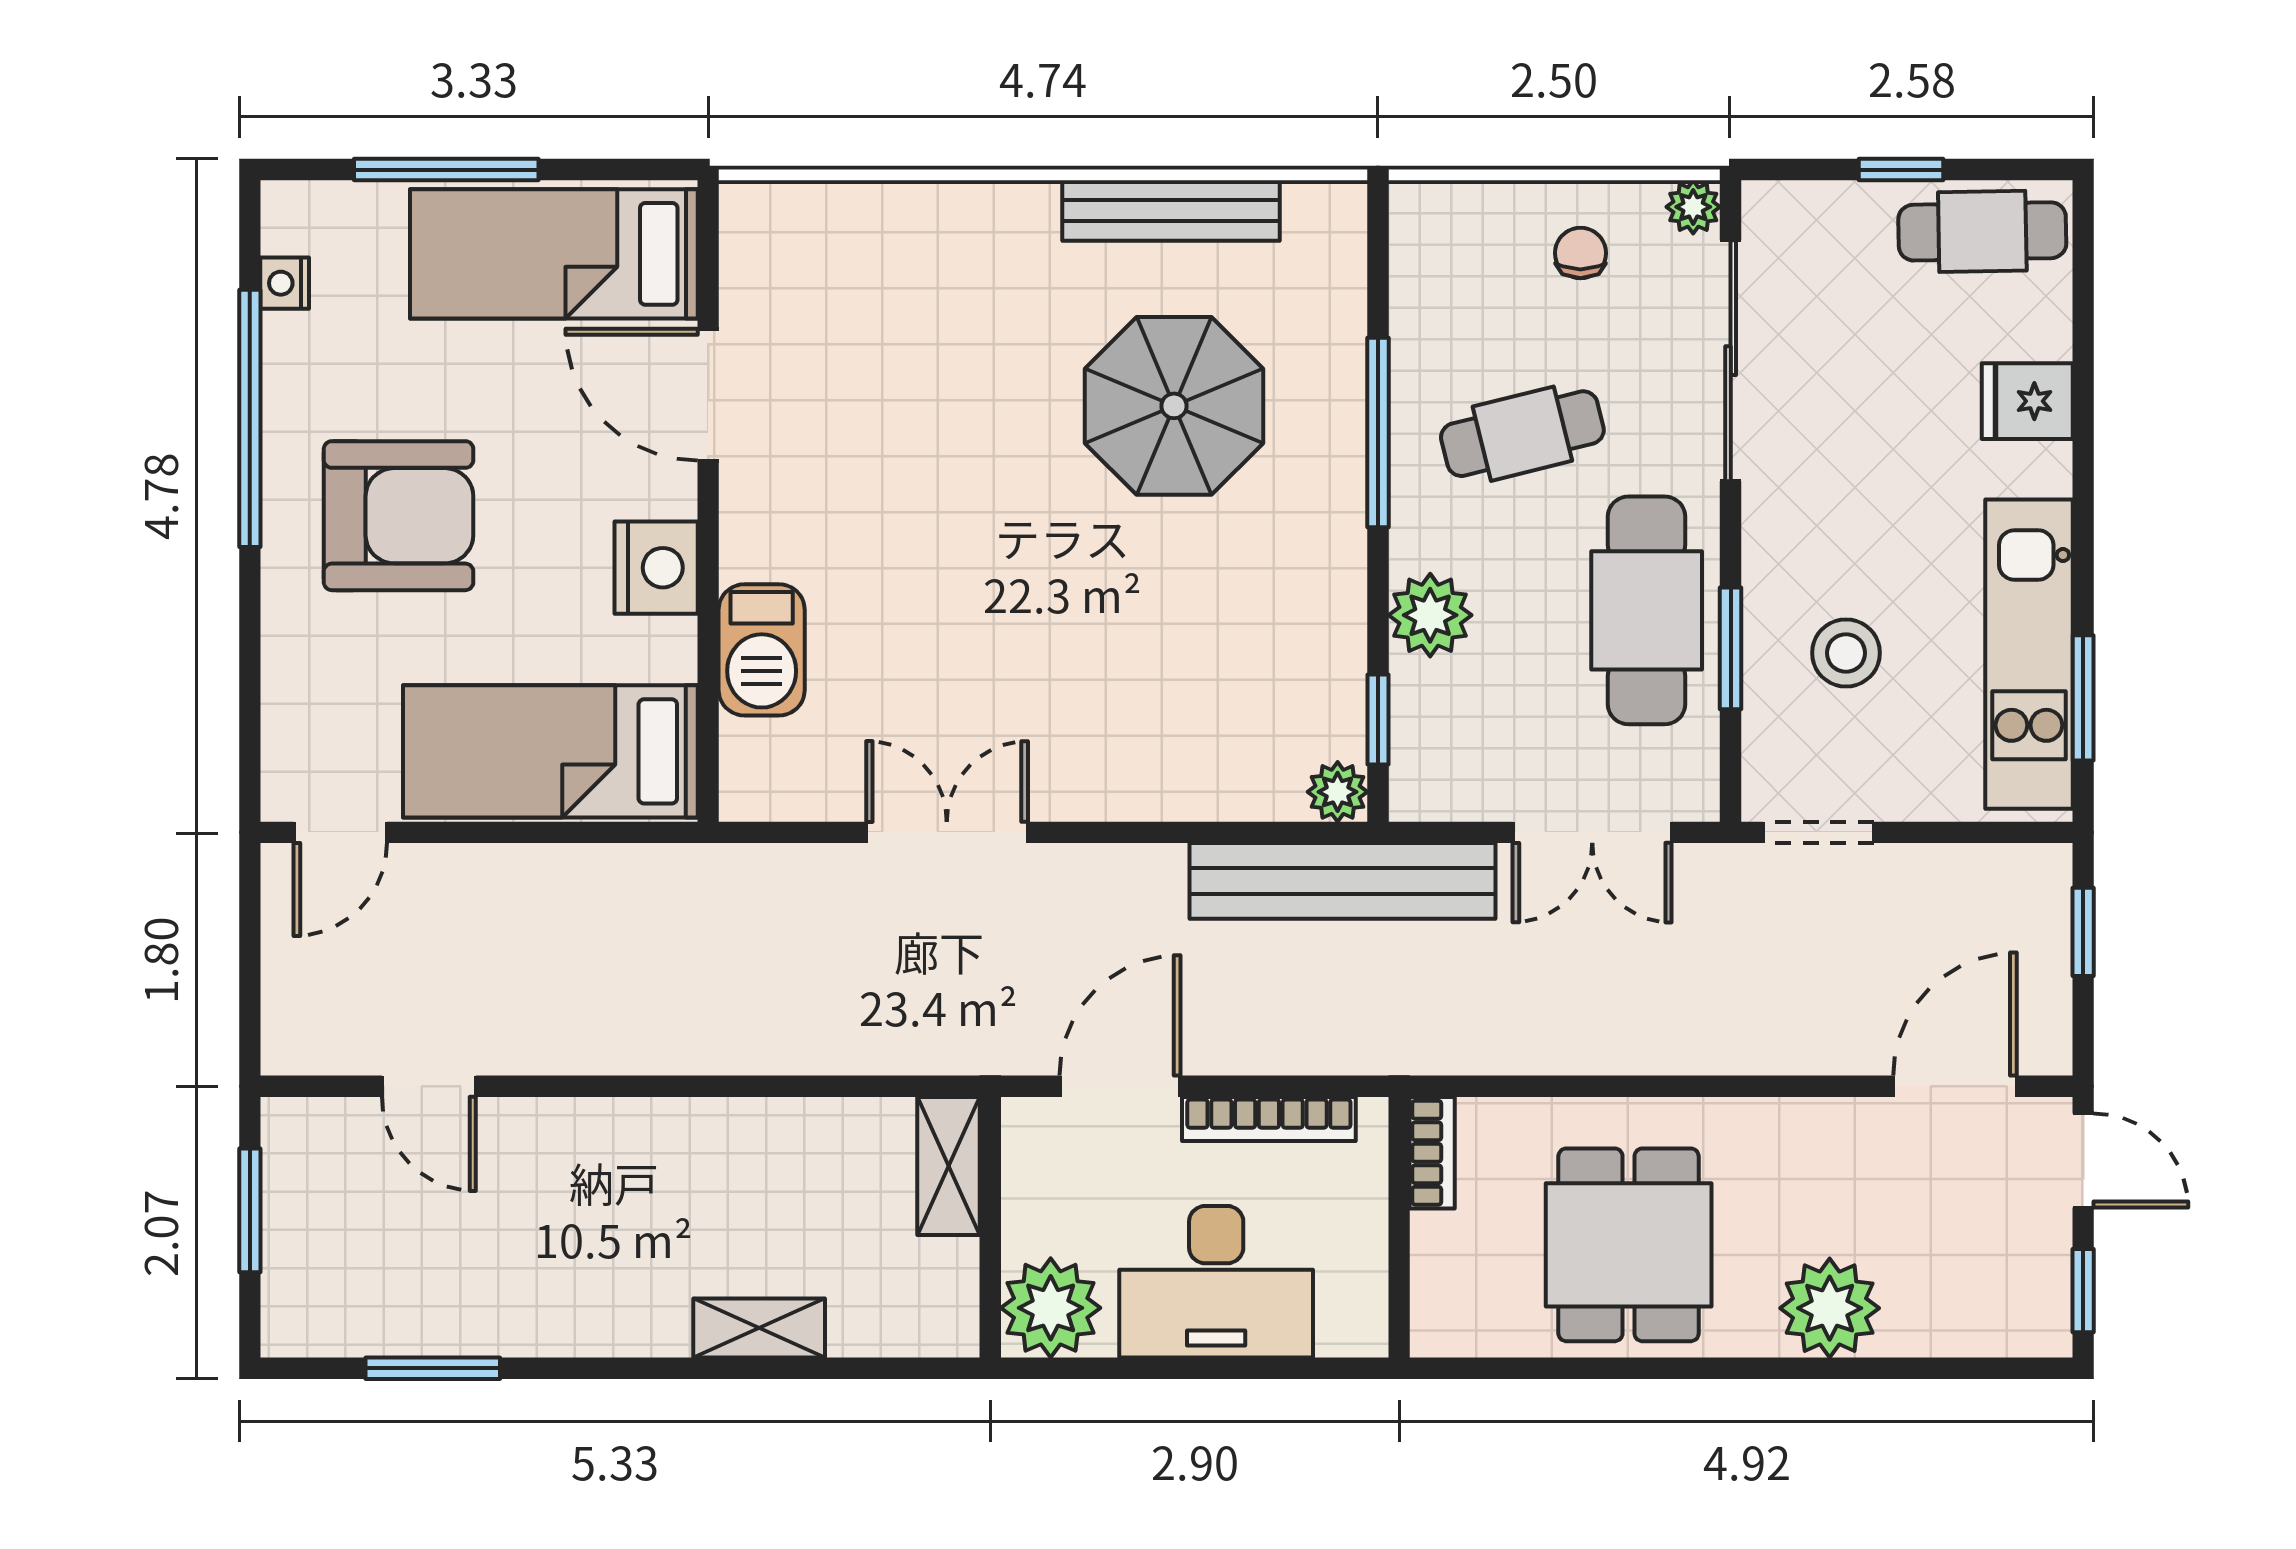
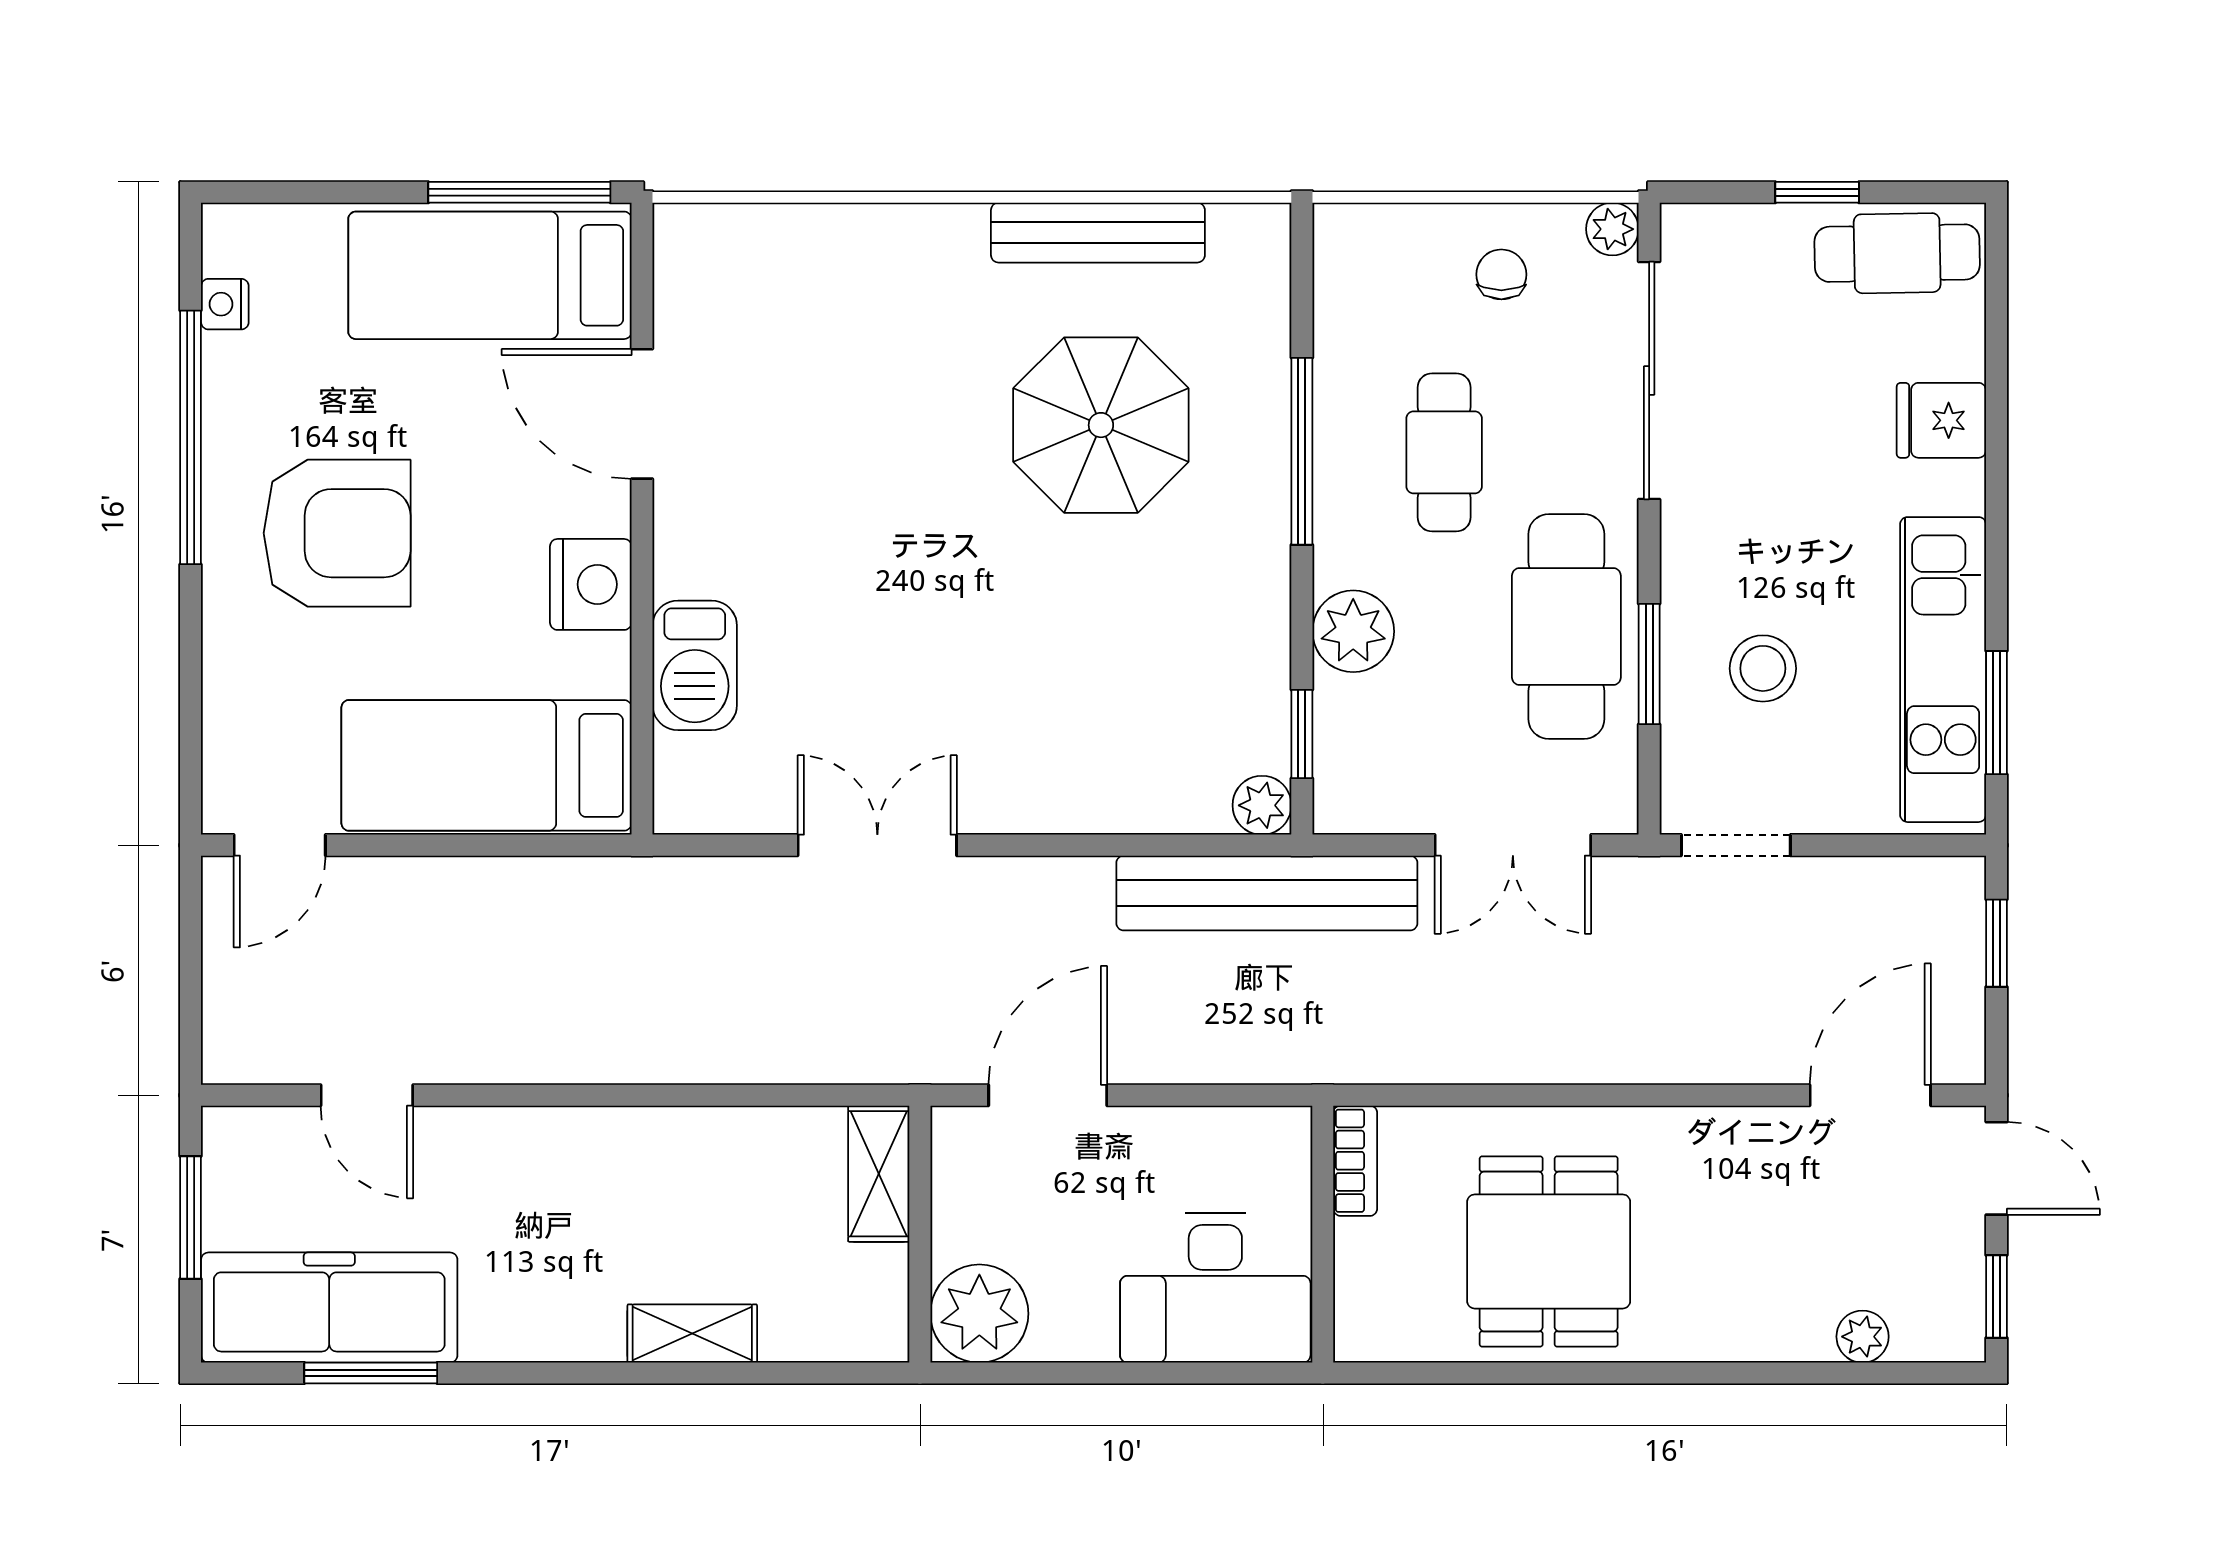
window: (446, 170) -> (519, 192), moved
cafe table: (1522, 434) -> (1444, 452), turned -76
bookcase: (1269, 1119) -> (1194, 1128), removed
desk: (1216, 1282) -> (1215, 1288), moved
freezer: (391, 1302) -> (329, 1308), added
plant: (1830, 1308) -> (1863, 1337), moved, width x0.53, depth x0.53

